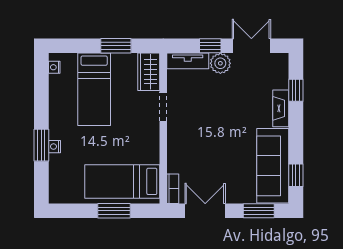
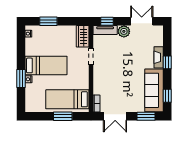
window: (116, 46) -> (48, 21), moved
window: (210, 46) -> (107, 21), moved
bed: (94, 89) -> (46, 65), moved, turned -90
window: (296, 90) -> (167, 62), moved
double door: (205, 211) -> (115, 116), swing flipped

